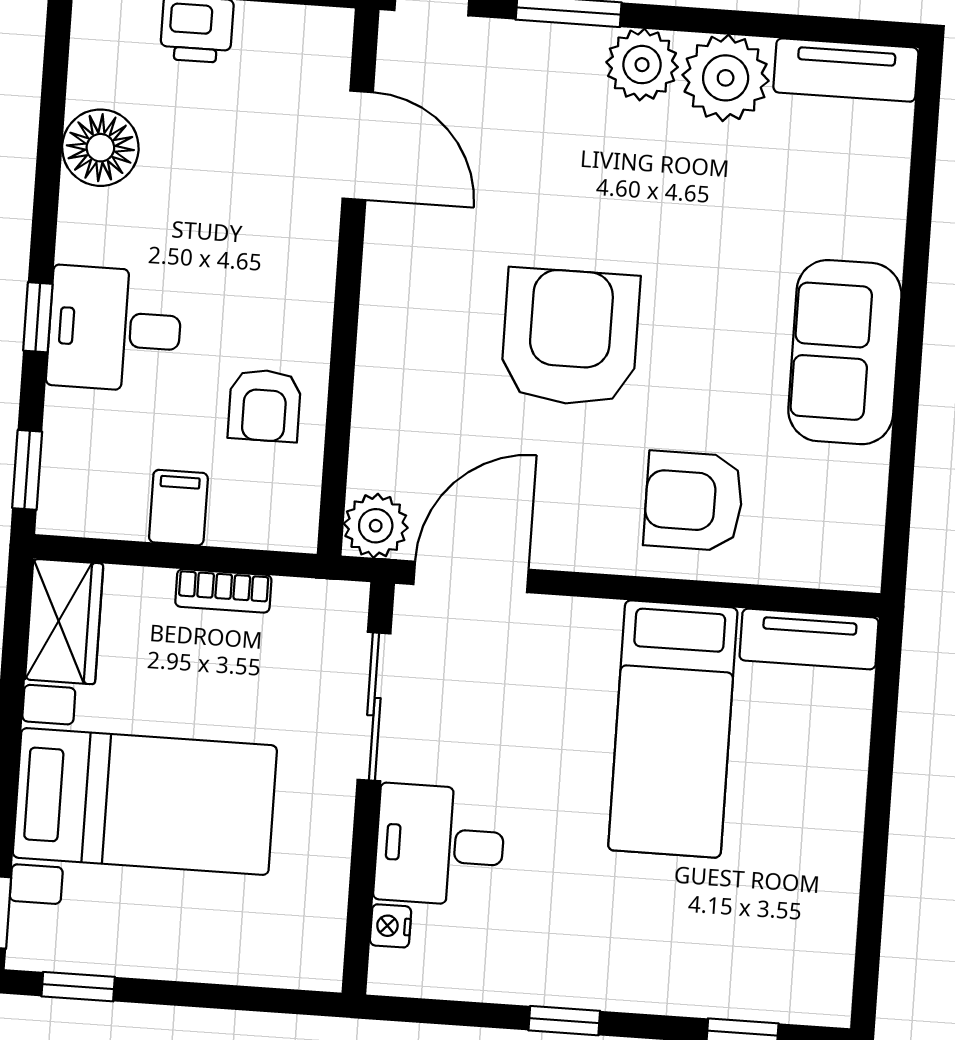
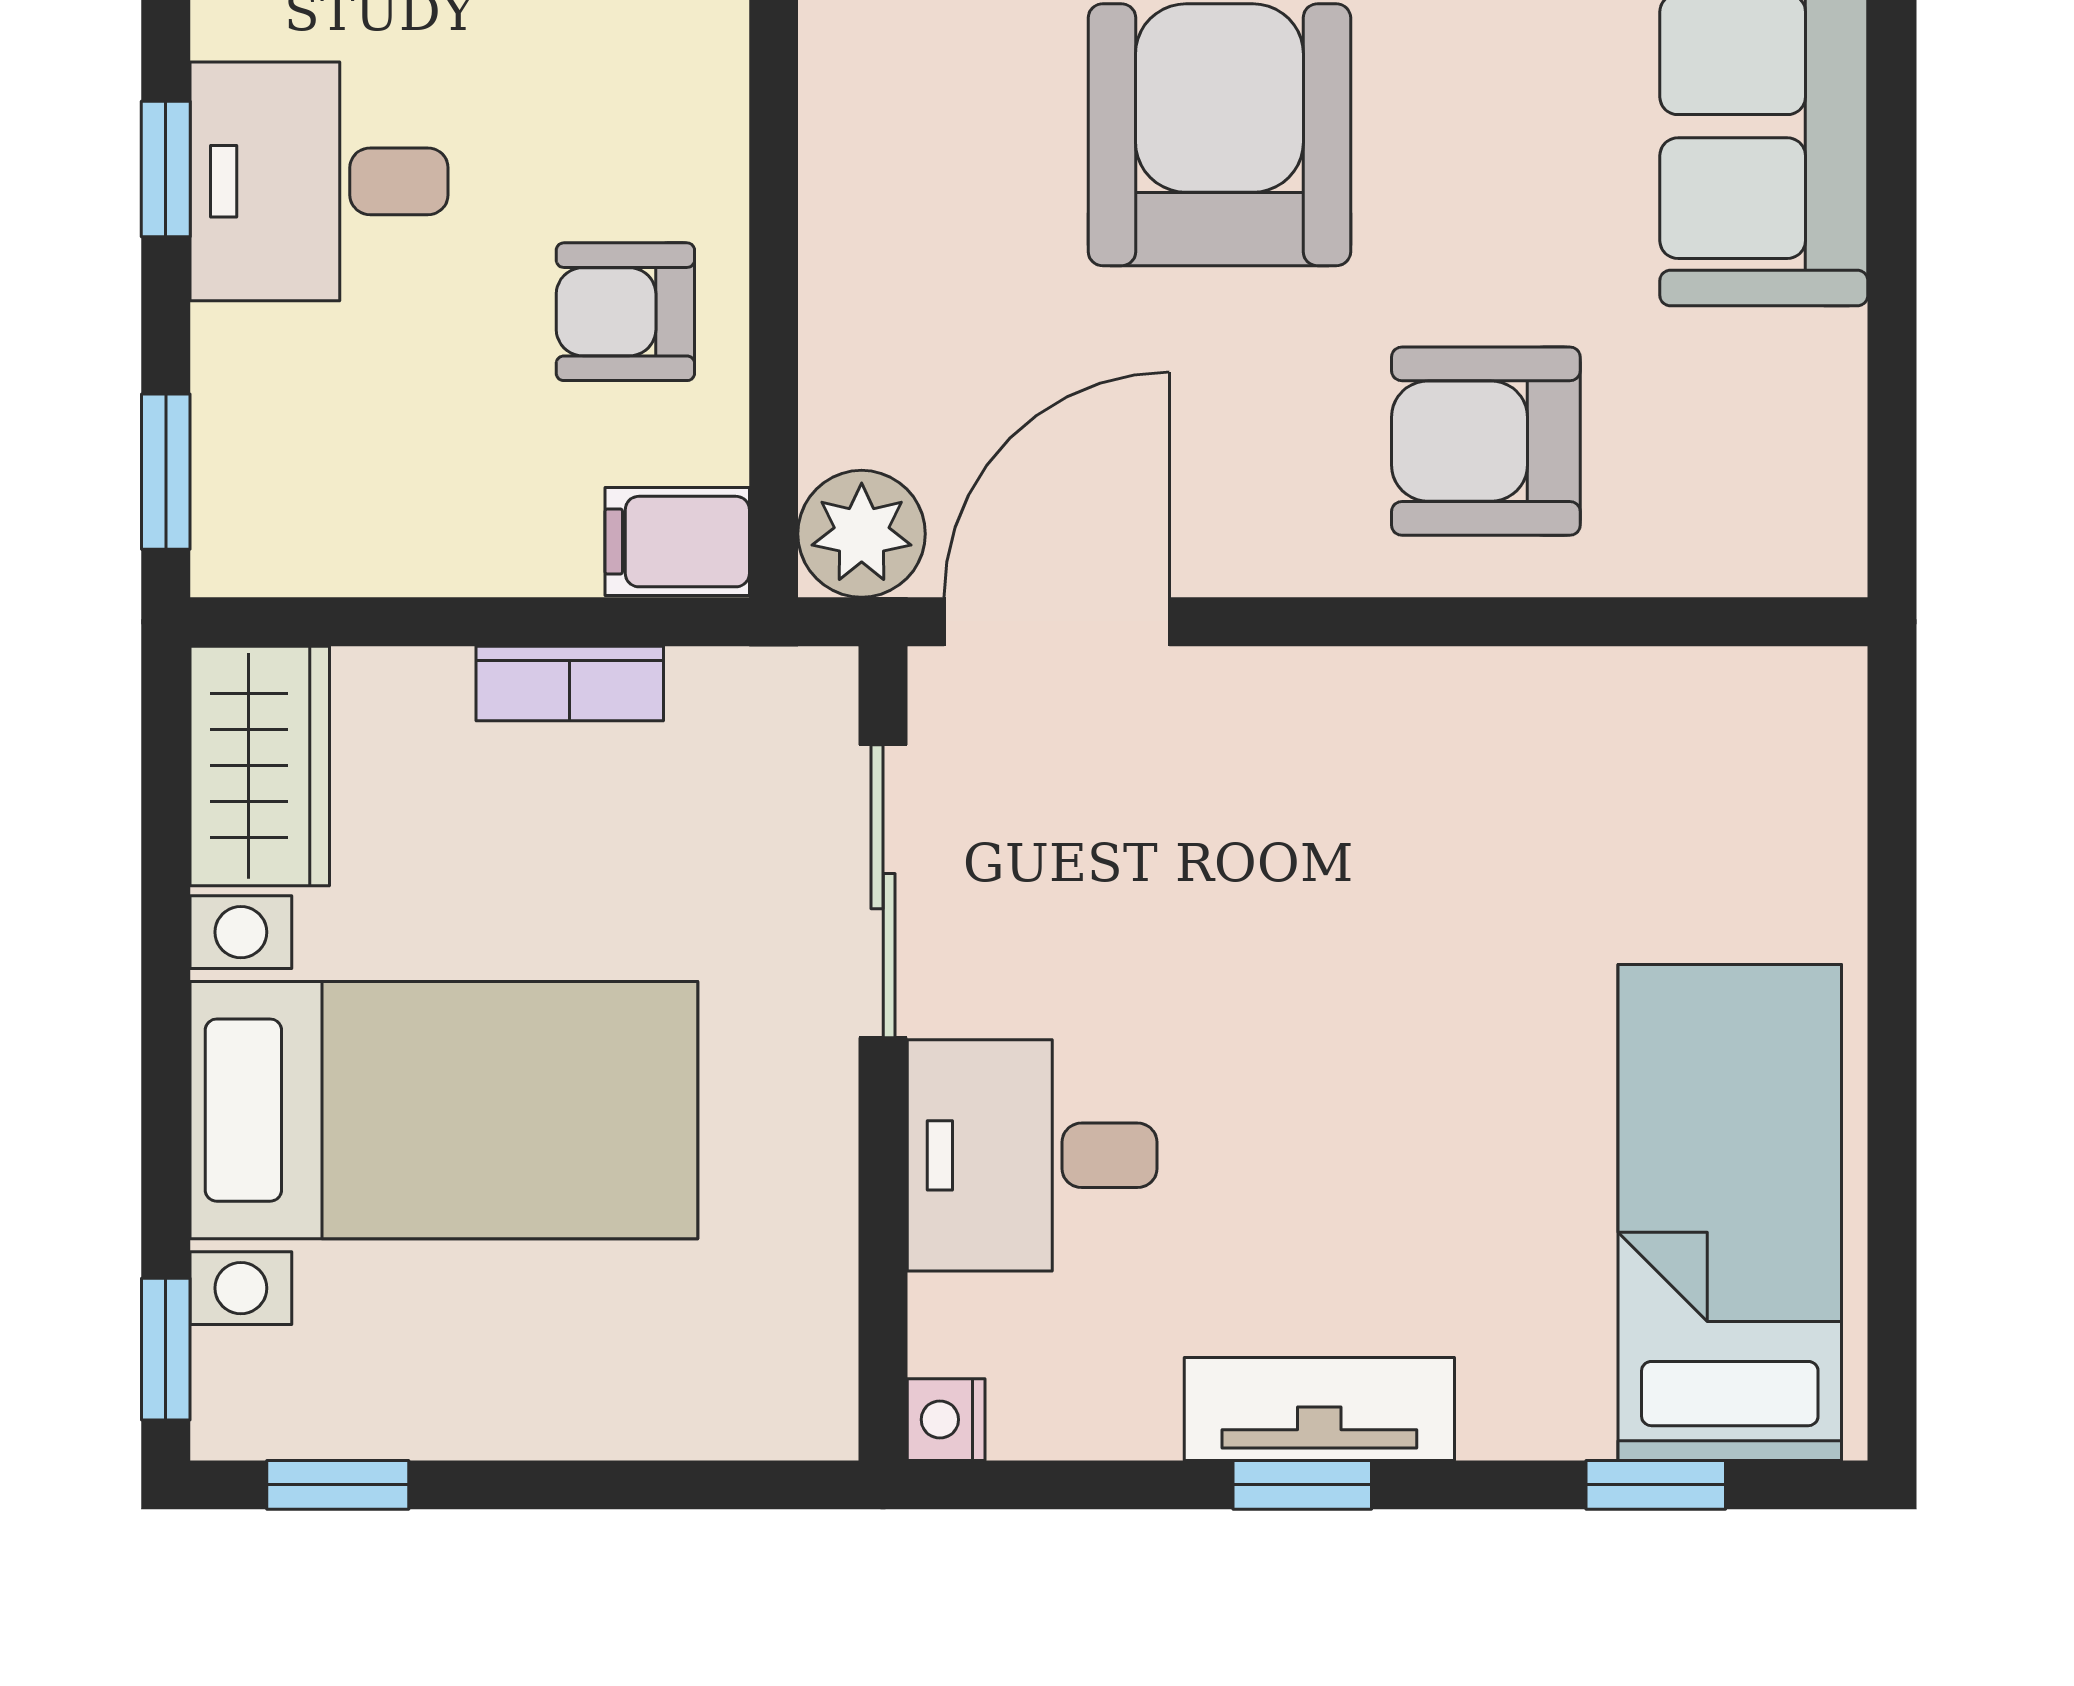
armchair: (264, 405) -> (625, 312), turned 90
filing cabinet: (178, 508) -> (677, 542), moved, turned -90
tv unit: (809, 639) -> (1319, 1409), moved, turned 180
bed: (673, 729) -> (1730, 1212), moved, turned 180
nightstand: (391, 926) -> (946, 1420), moved

